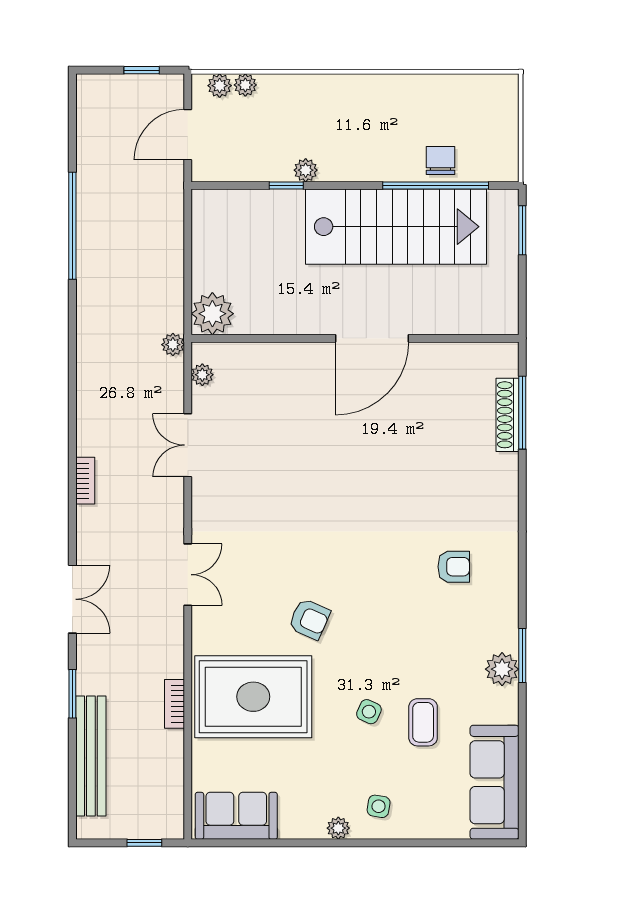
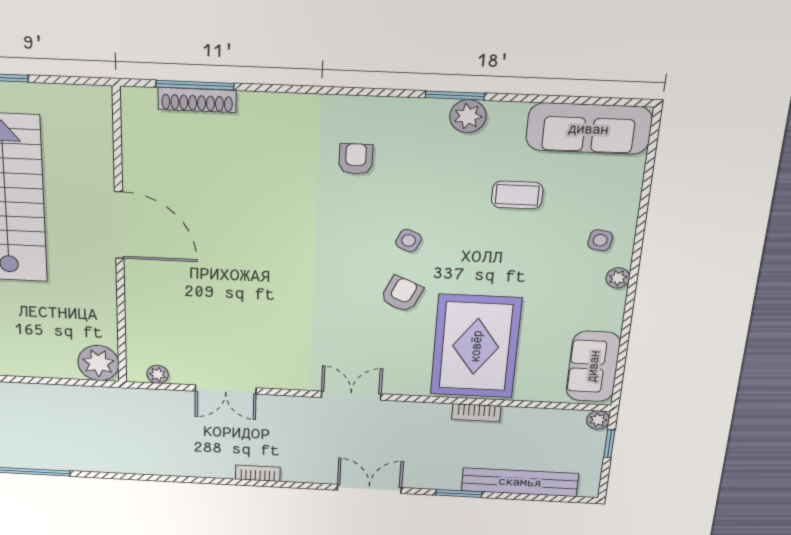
plant: (173, 345) -> (598, 420), moved
side table: (369, 712) -> (409, 241), moved

